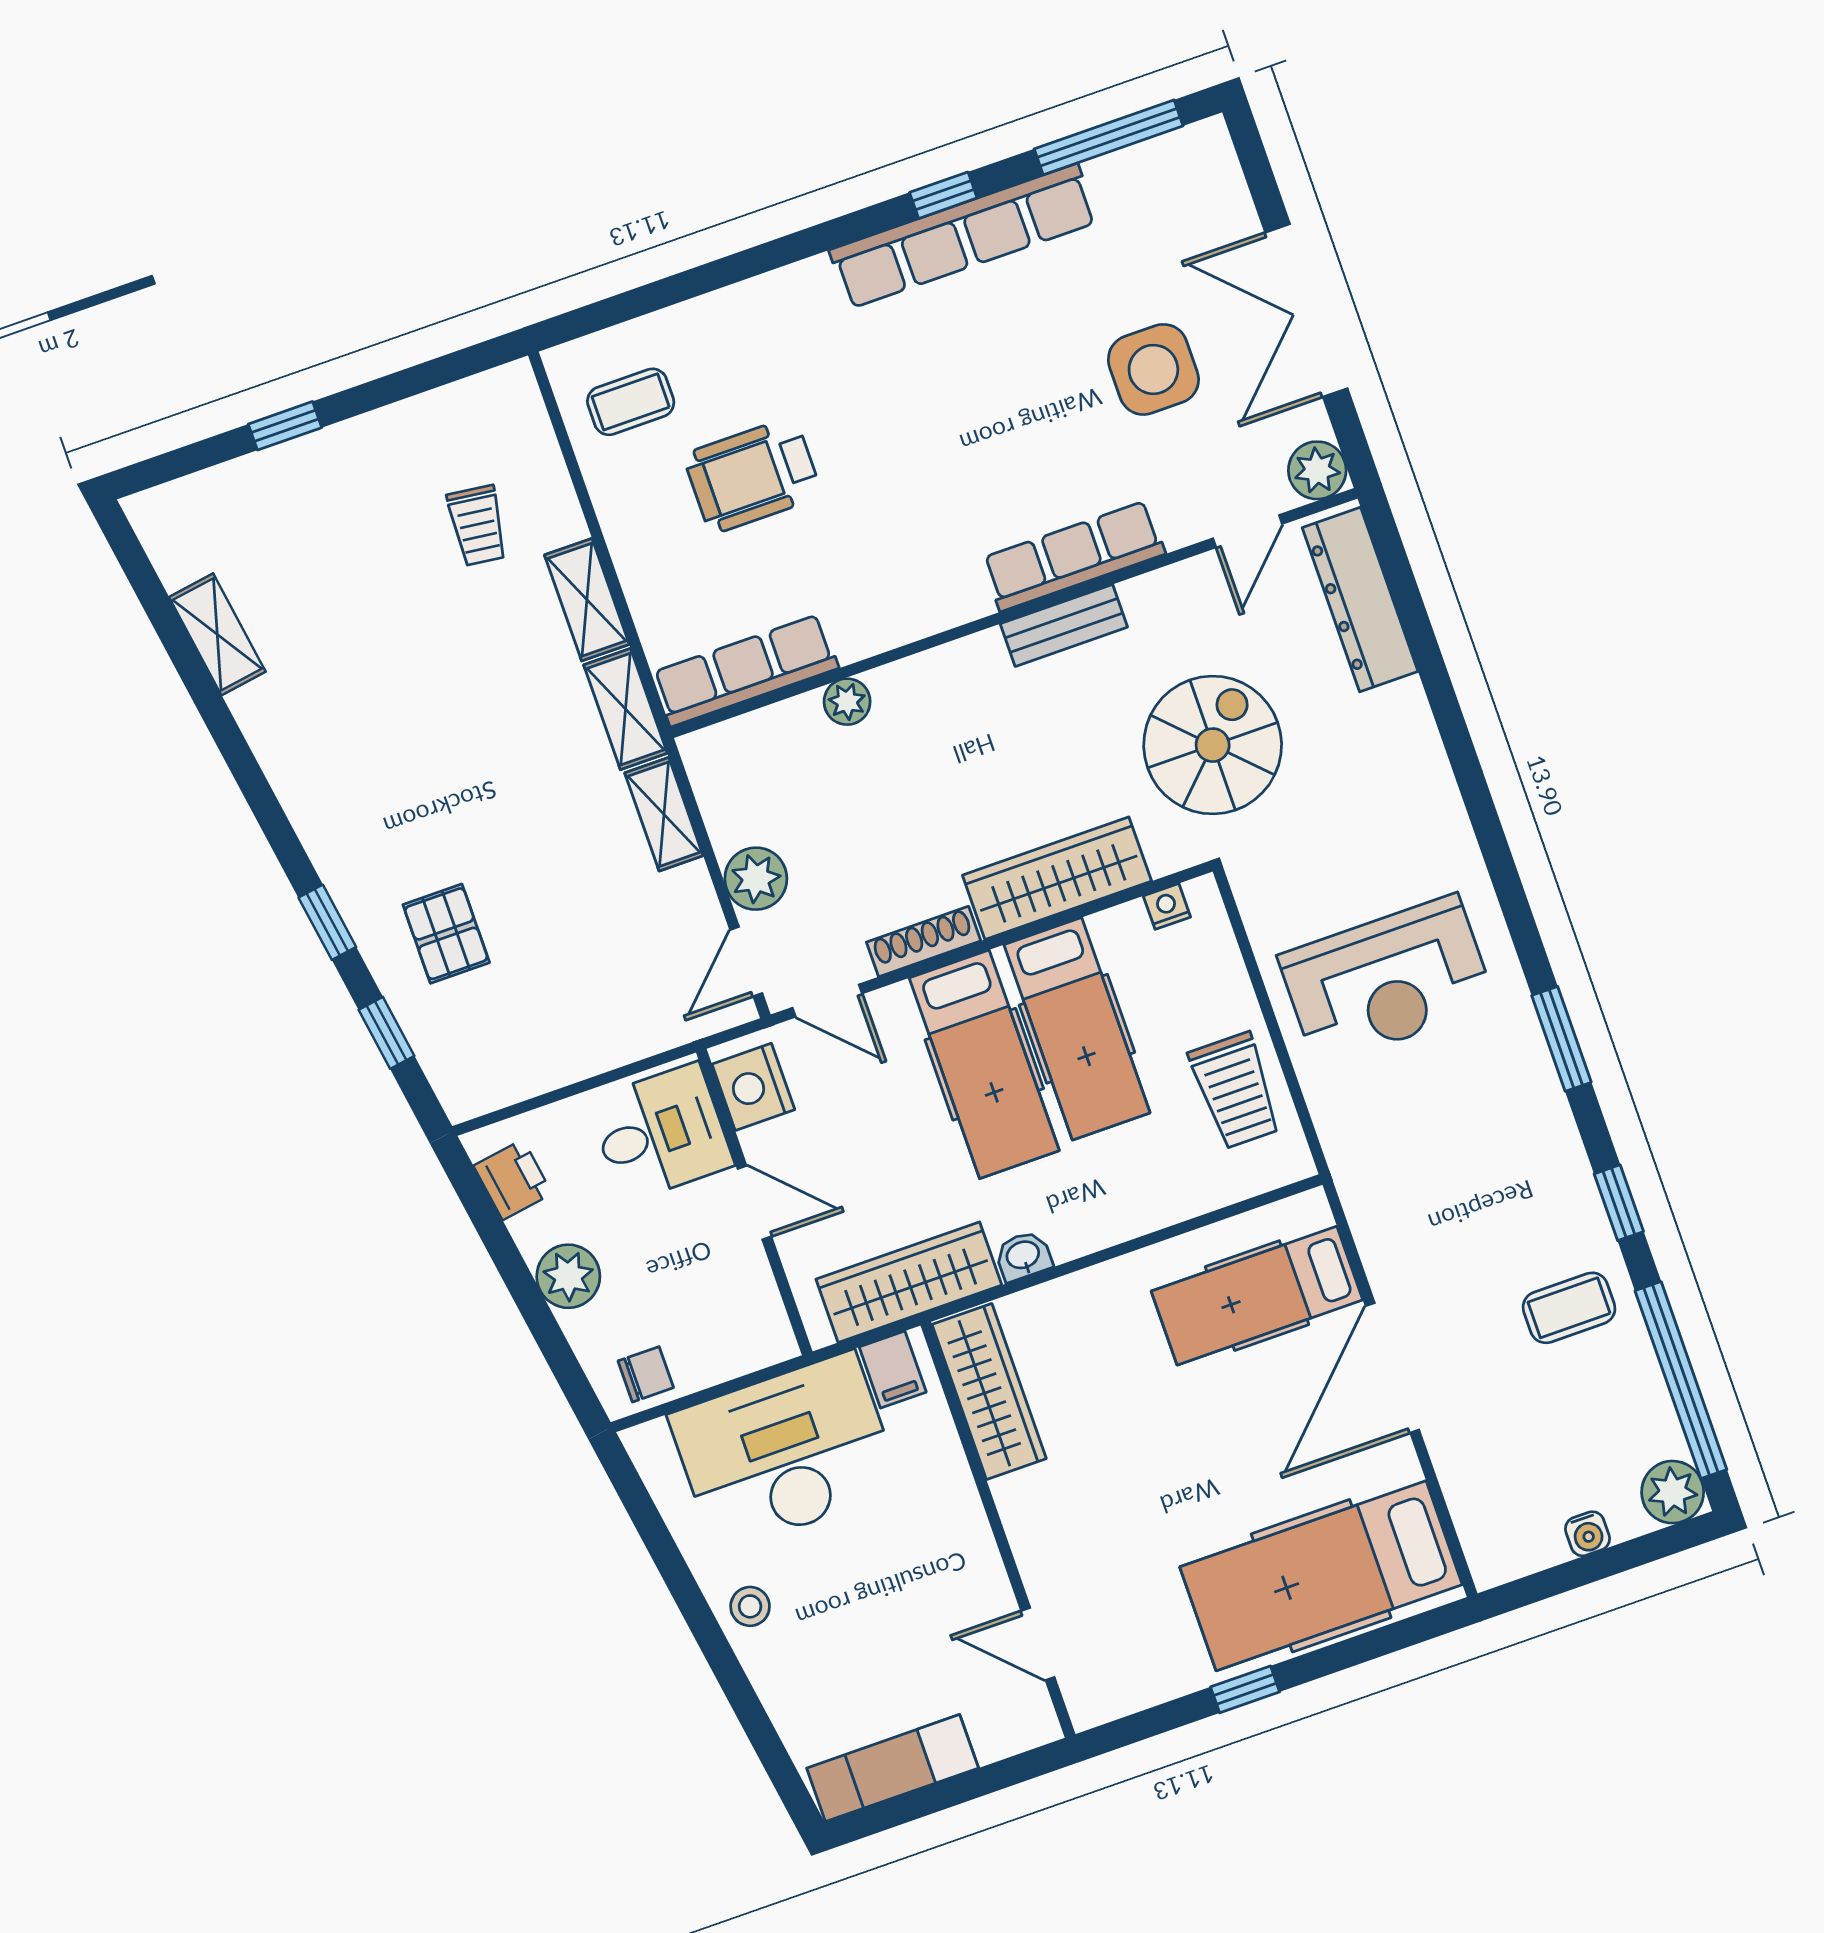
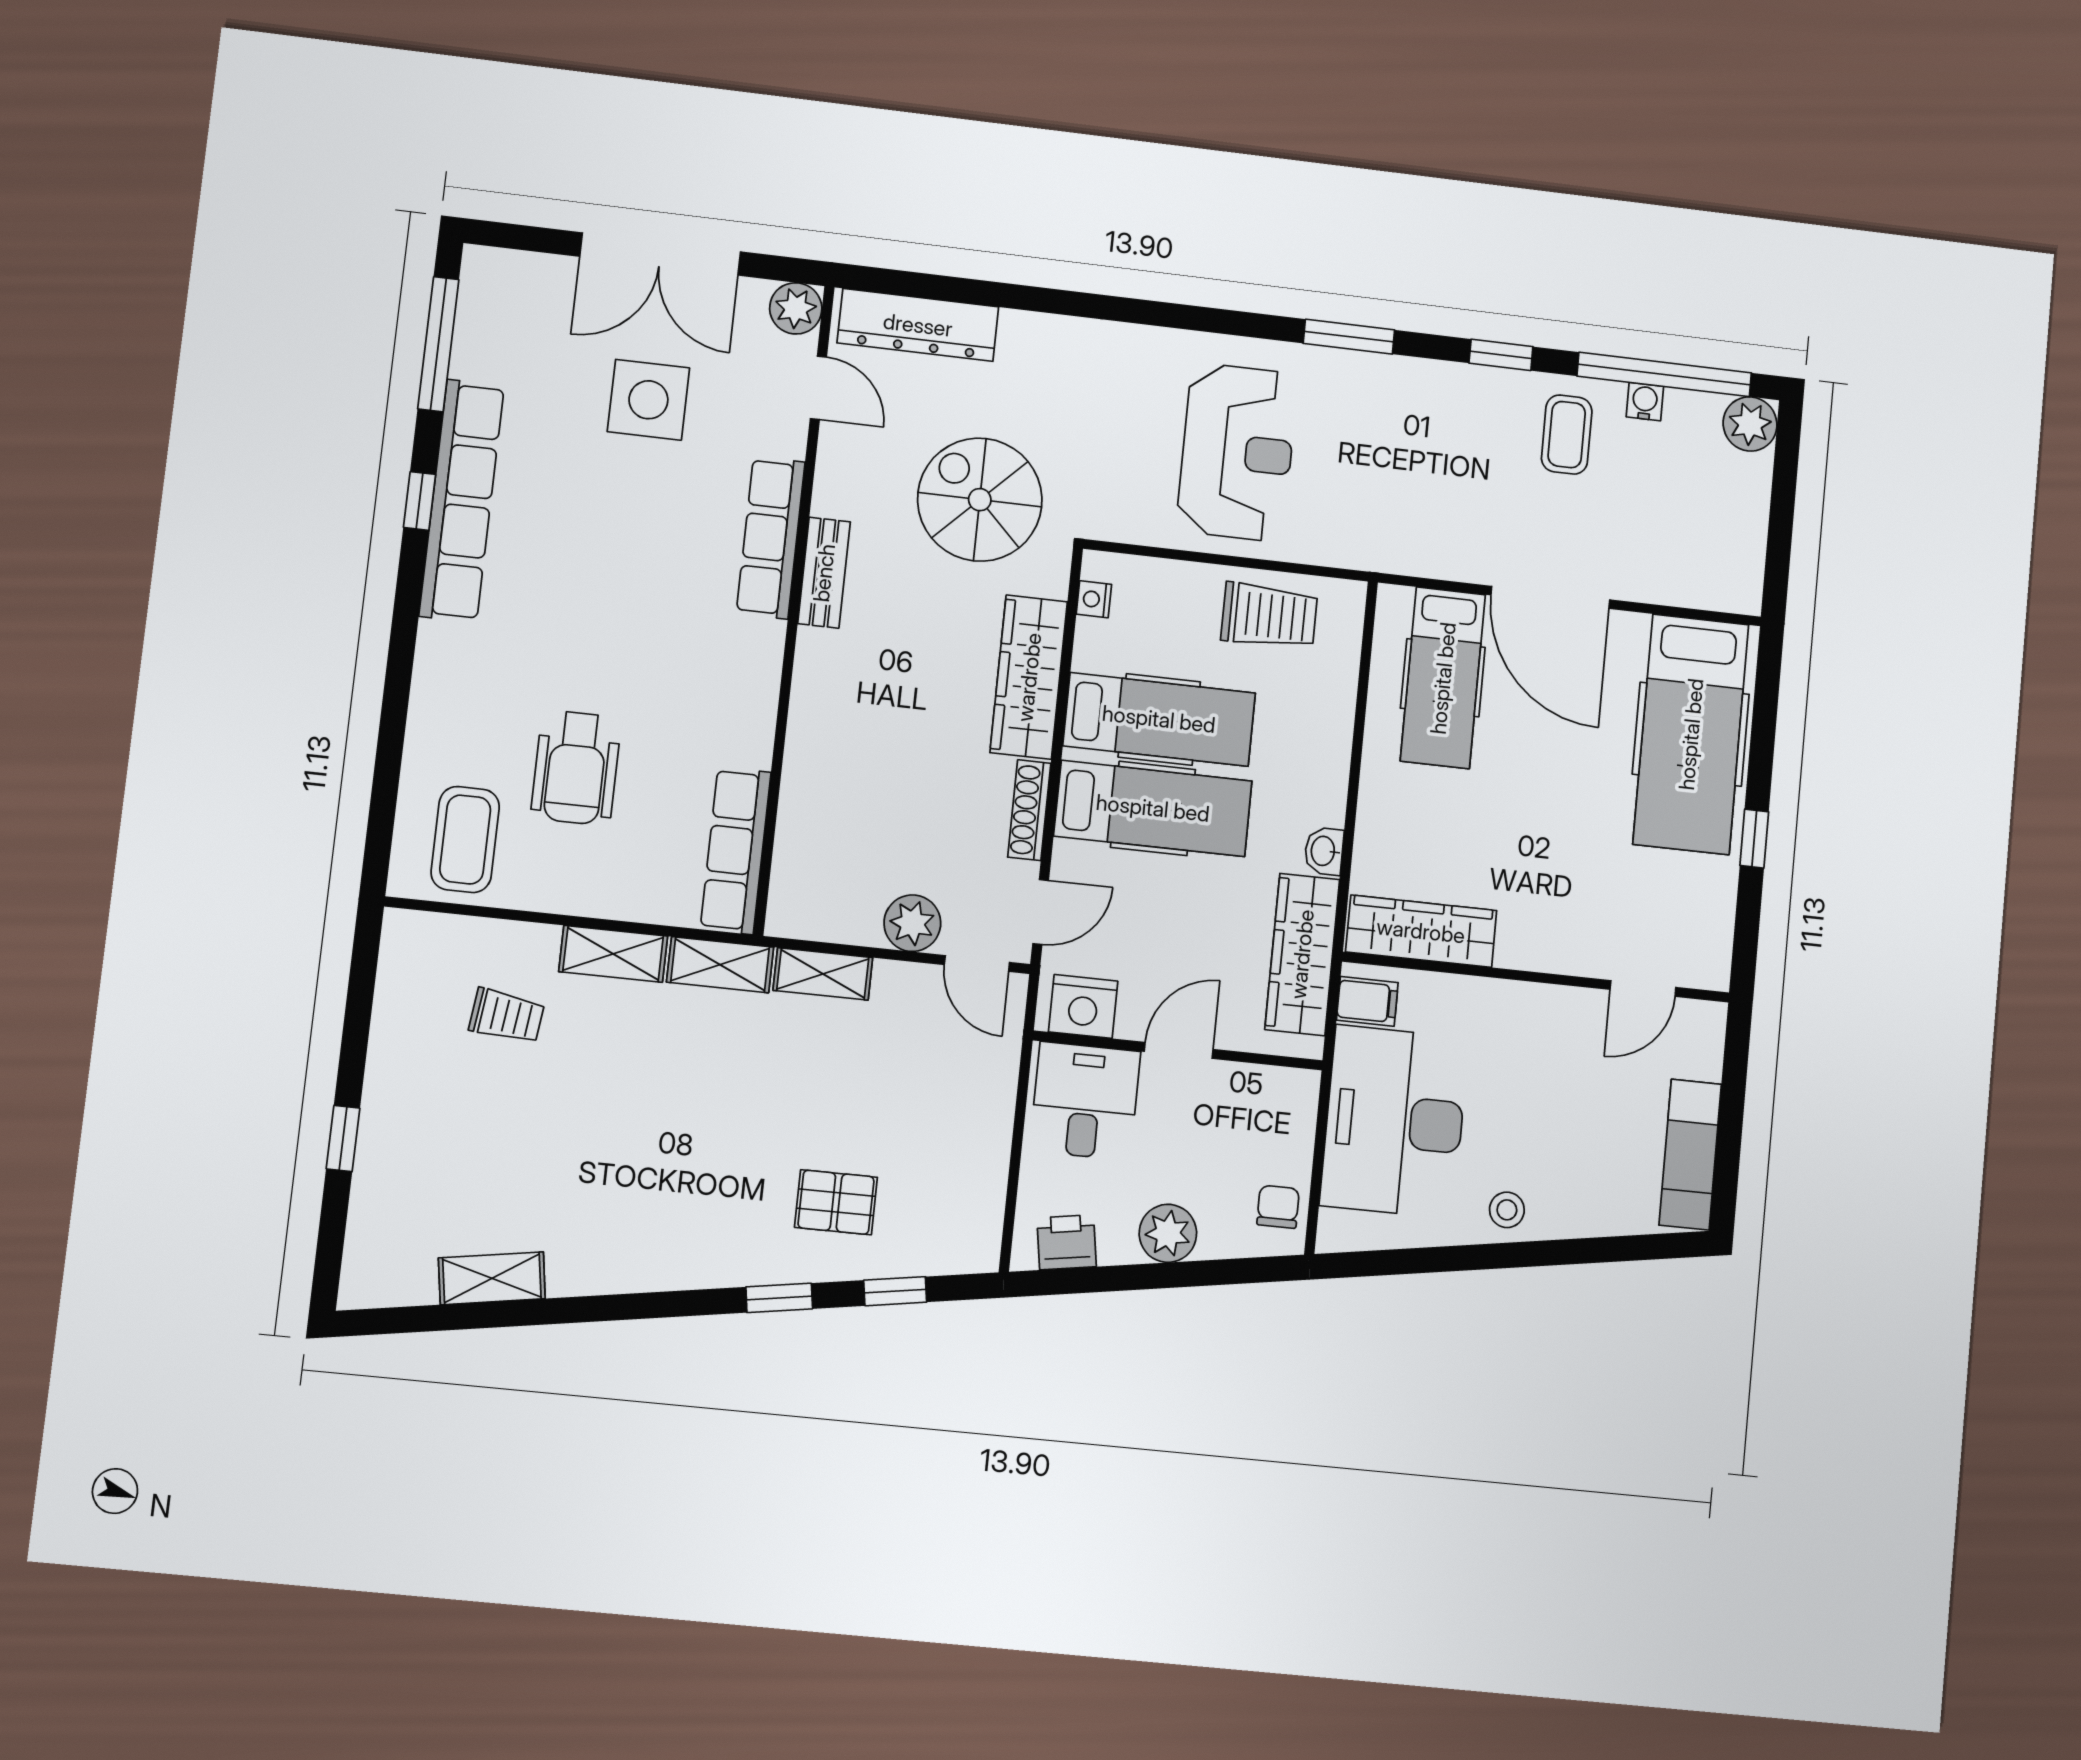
coffee table: (631, 402) -> (465, 840), width x1.36, depth x1.30
plant: (847, 702) -> (802, 779), removed
water cooler: (1588, 1534) -> (1645, 402), moved, turned -90

